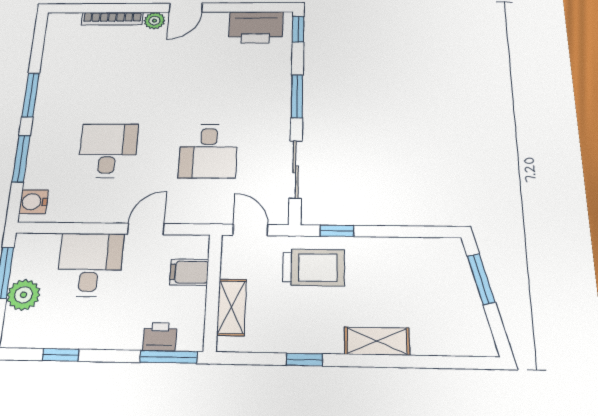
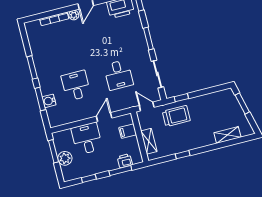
water cooler: (34, 202) -> (49, 101), moved
shelving: (377, 341) -> (227, 135), moved
window: (169, 357) -> (120, 170), moved

